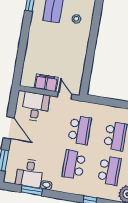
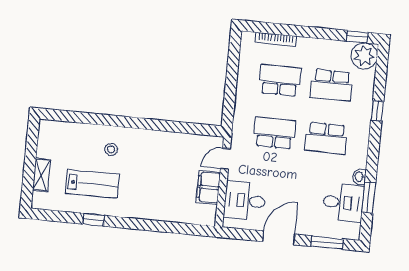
school desk: (109, 171) -> (331, 85), turned 180

